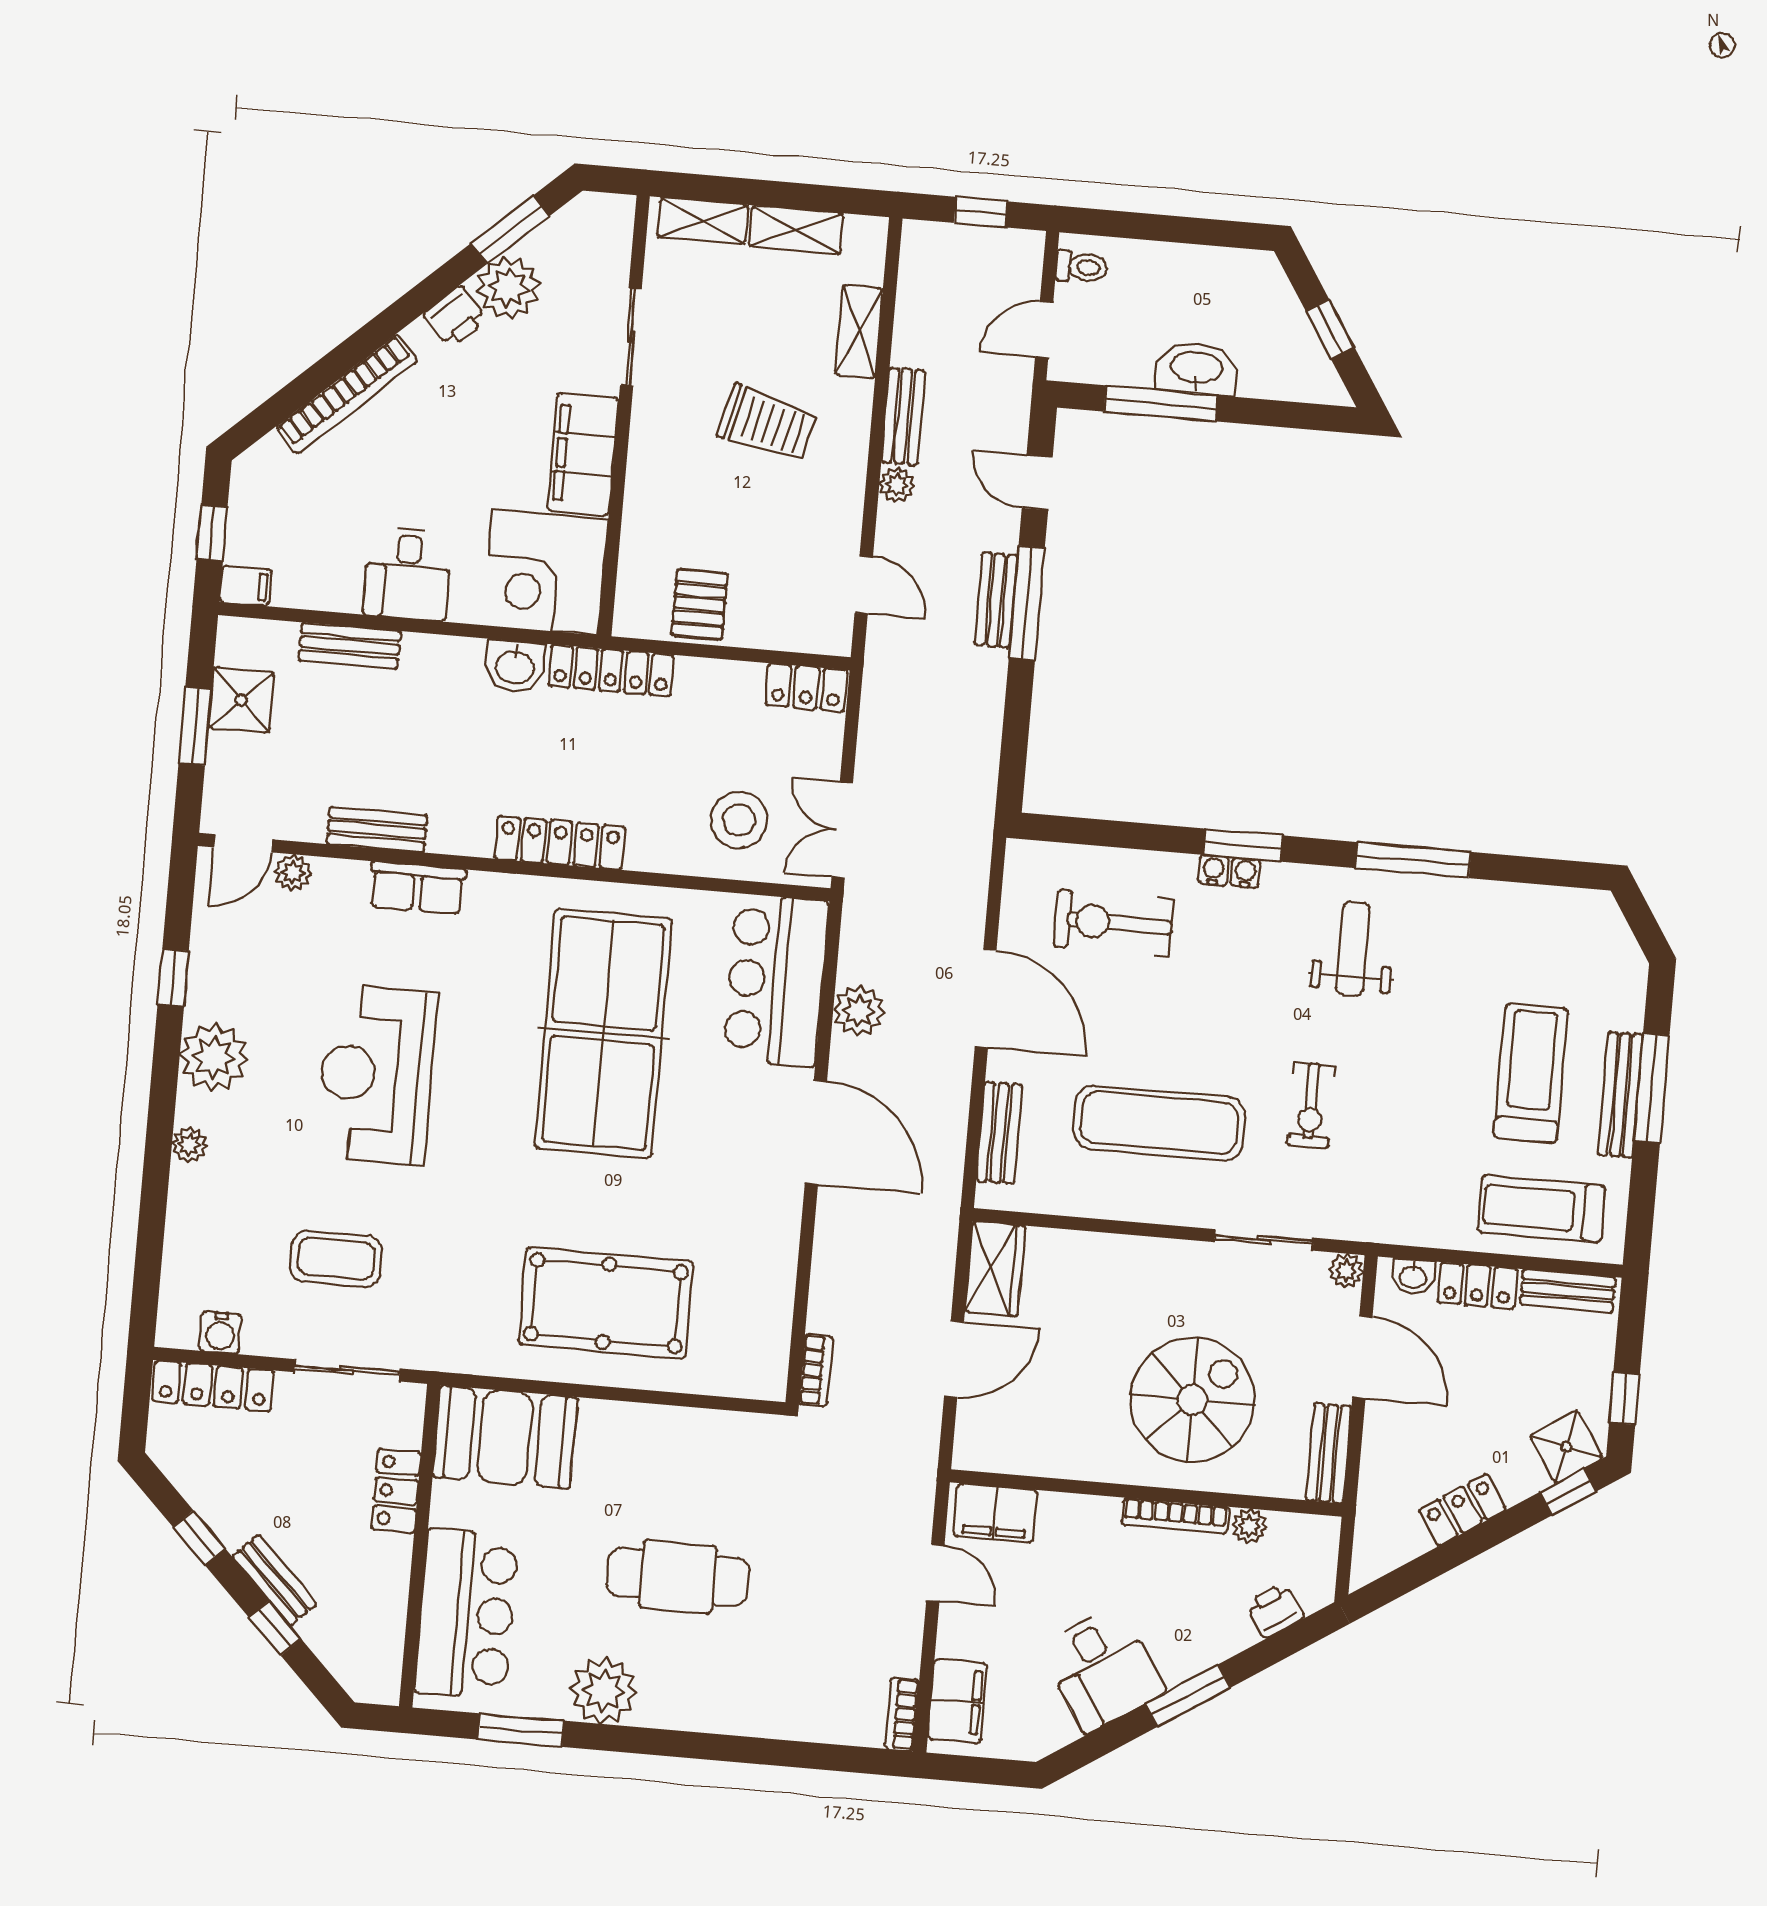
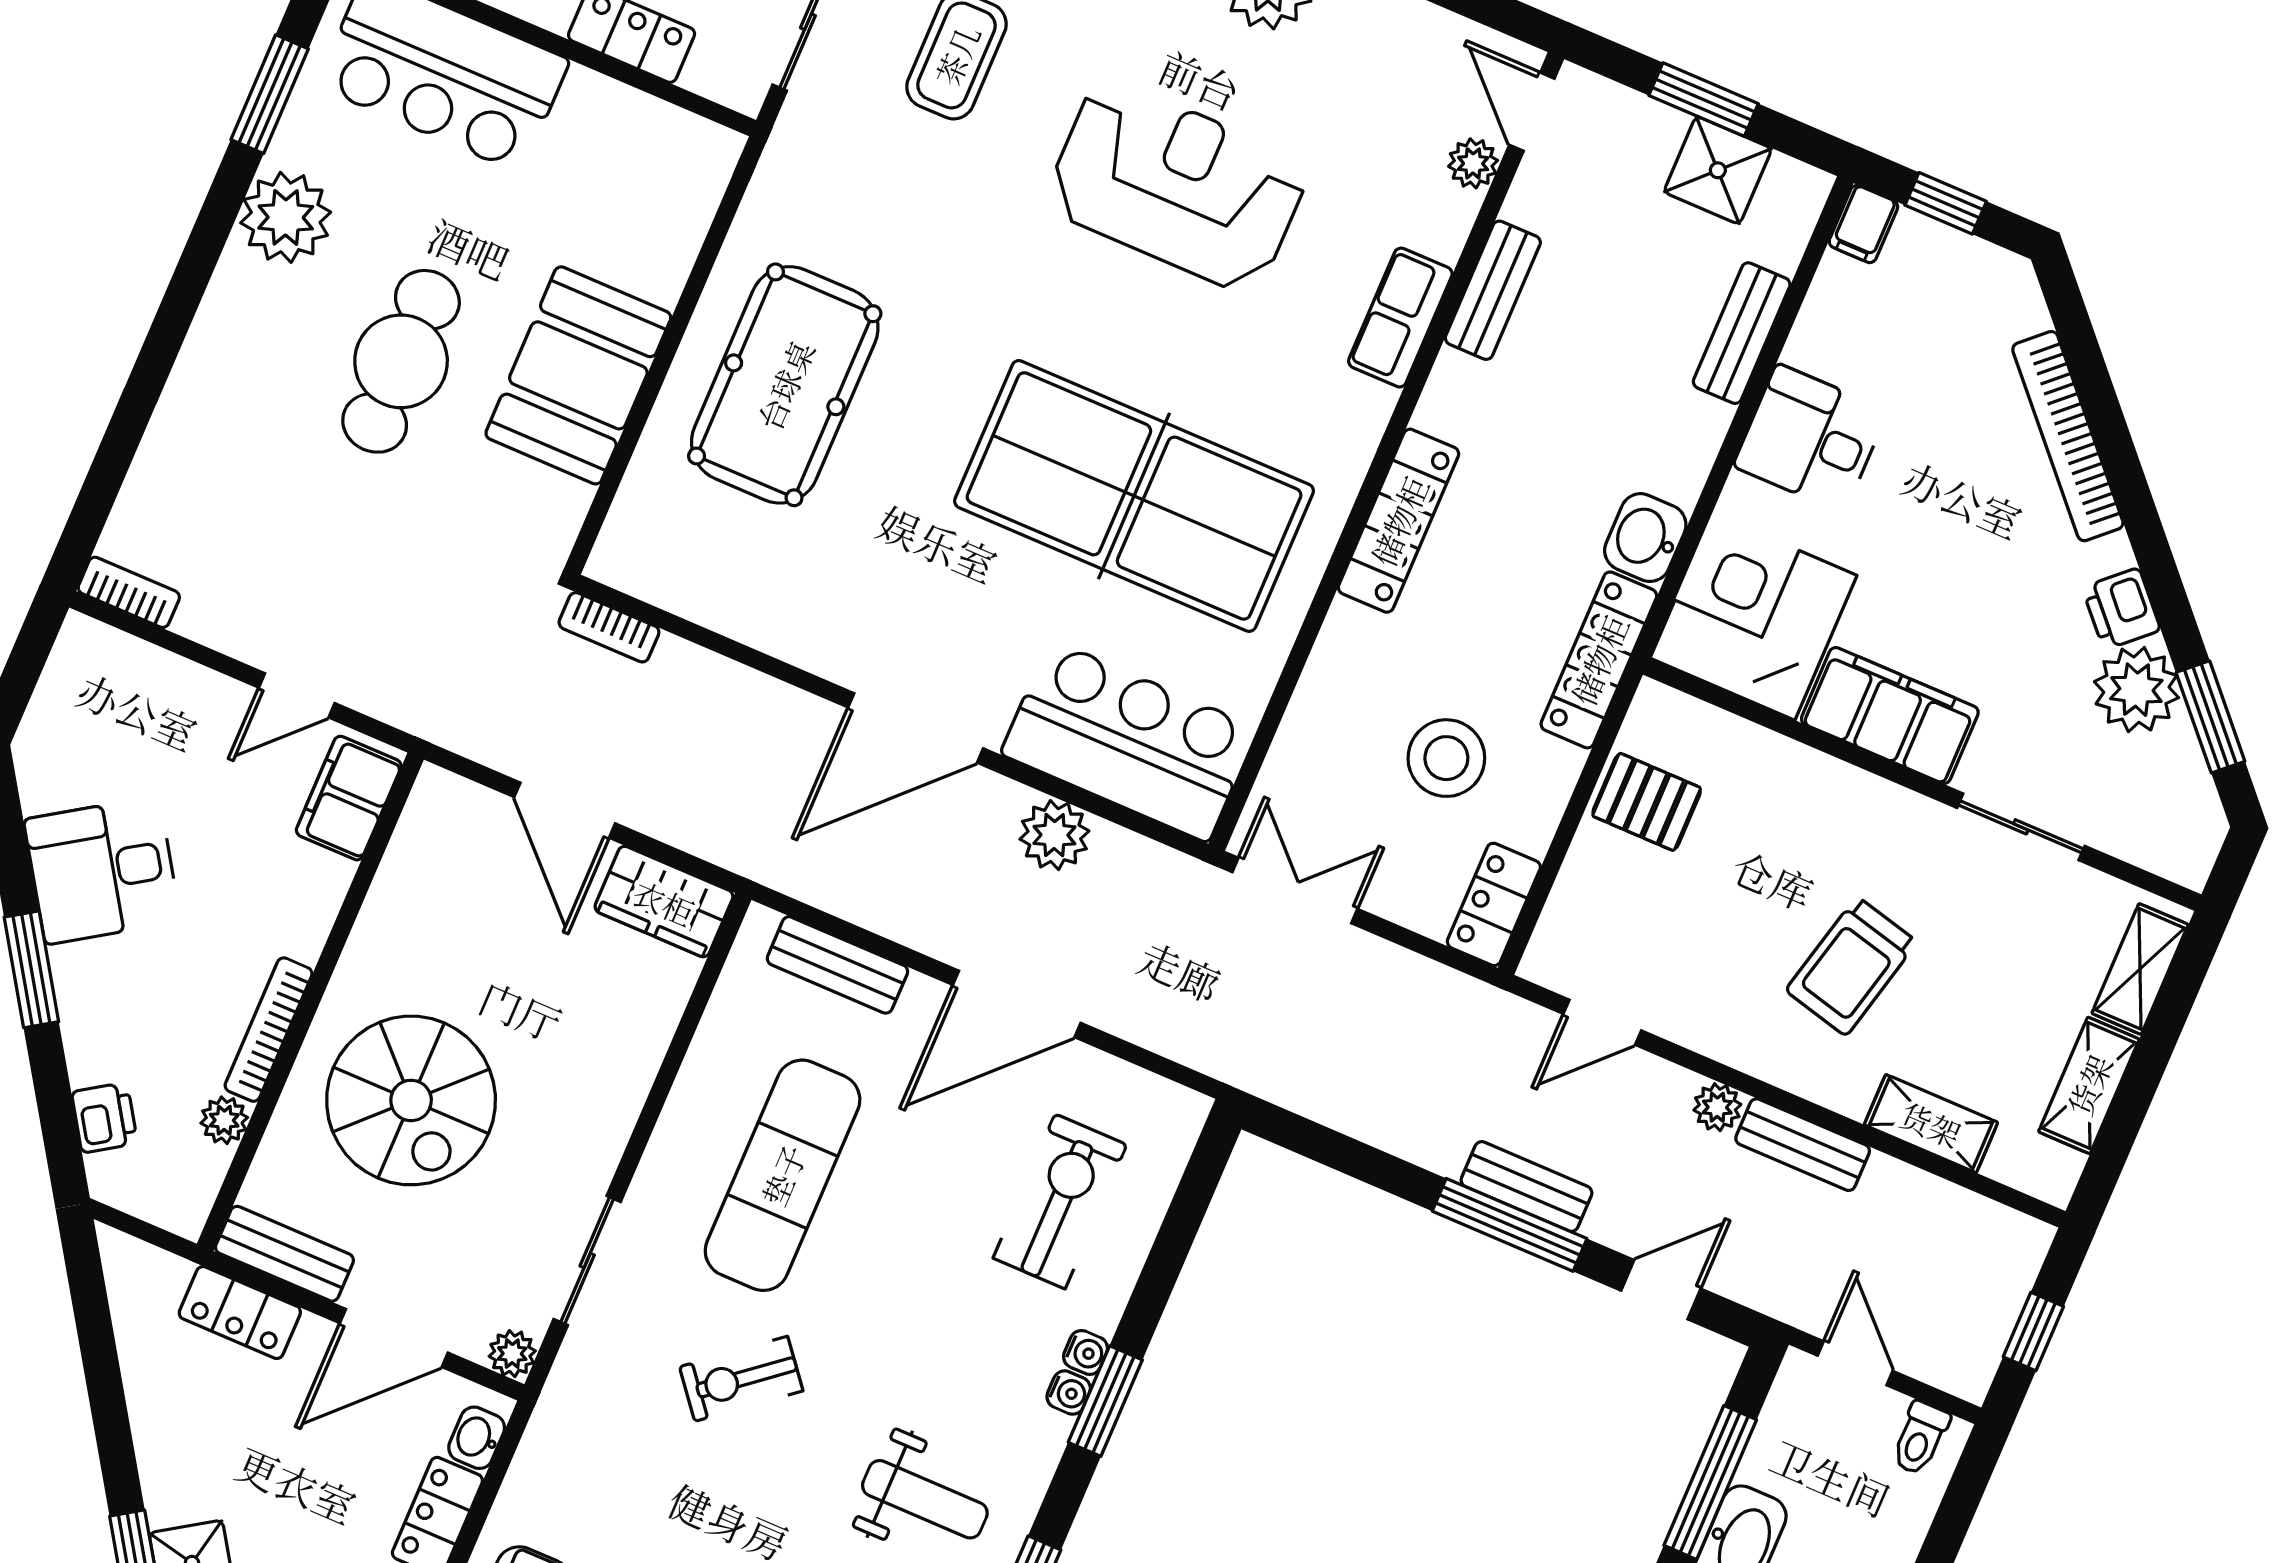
stool: (739, 820) -> (1446, 758), moved
exercise bike: (1311, 1105) -> (741, 1379), turned -39
booth: (505, 1437) -> (578, 375), moved
locker: (1463, 1510) -> (240, 1313), moved, turned 123
filing cabinet: (958, 1701) -> (122, 670), removed

